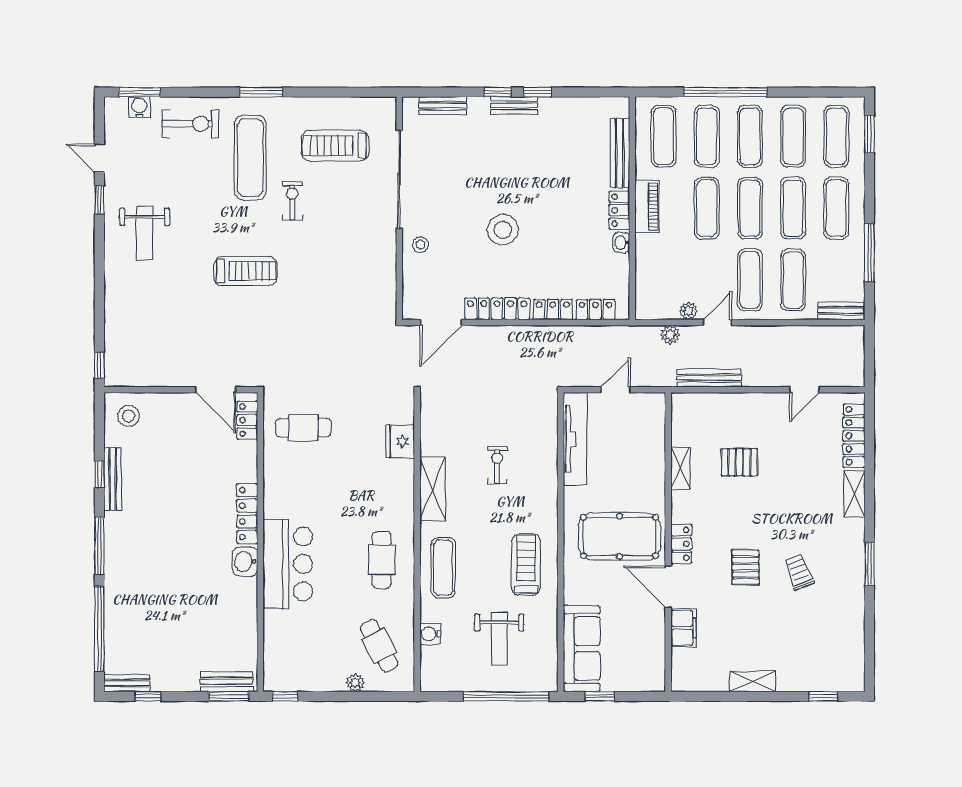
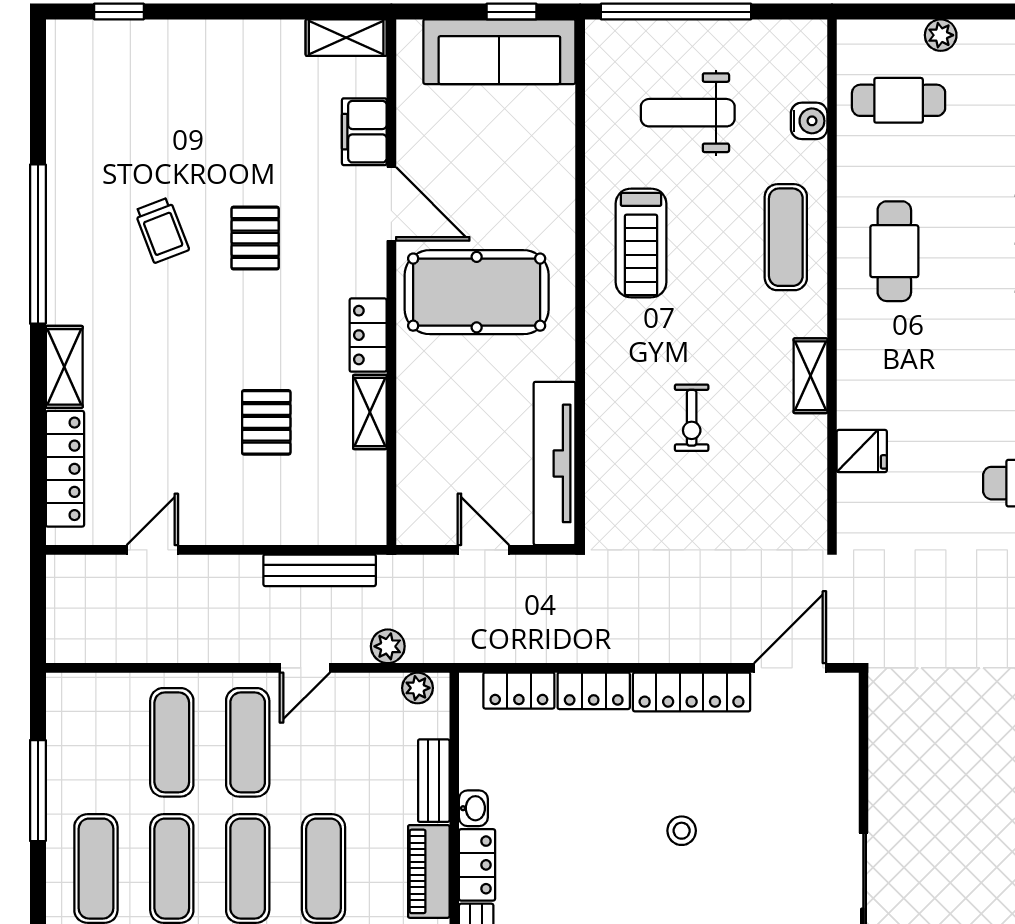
stool: (503, 230) -> (682, 831), width x0.53, depth x0.53
stool: (421, 245) -> (826, 805), removed
plant: (688, 311) -> (418, 688), moved
bench: (841, 311) -> (434, 781), moved, turned 90
door: (616, 390) -> (483, 550), swing flipped
fridge: (400, 441) -> (862, 451), width x0.72
pallet: (739, 462) -> (266, 422), turned 90
shelving: (433, 489) -> (810, 376), width x0.67, depth x0.75
locker: (681, 544) -> (368, 335), moved
window: (869, 564) -> (38, 244), width x2.11
weight bench: (499, 639) -> (688, 113), turned -90
cafe table: (379, 646) -> (899, 100), turned -62
sofa: (582, 648) -> (499, 52), moved, turned -90
shelving: (753, 681) -> (346, 38), moved

